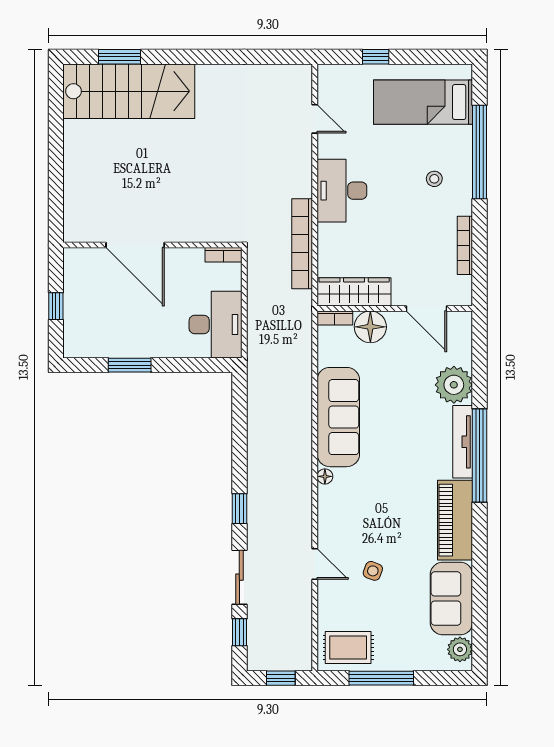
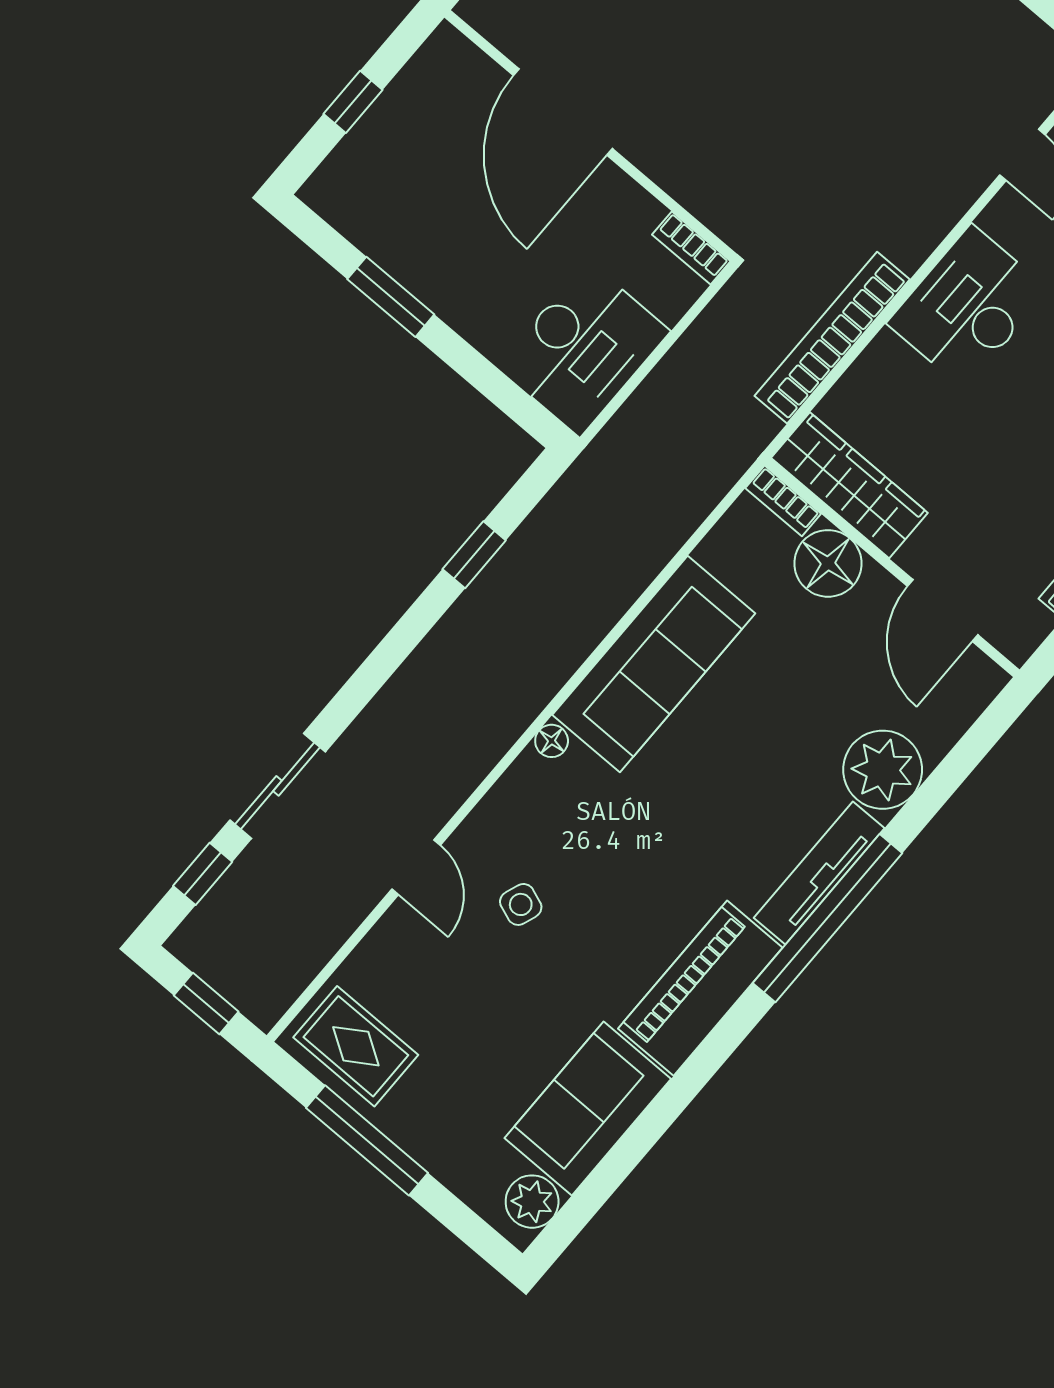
window: (239, 509) -> (474, 555), moved
side table: (373, 571) -> (521, 904), moved

